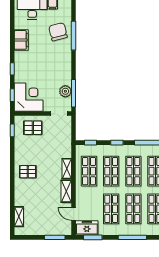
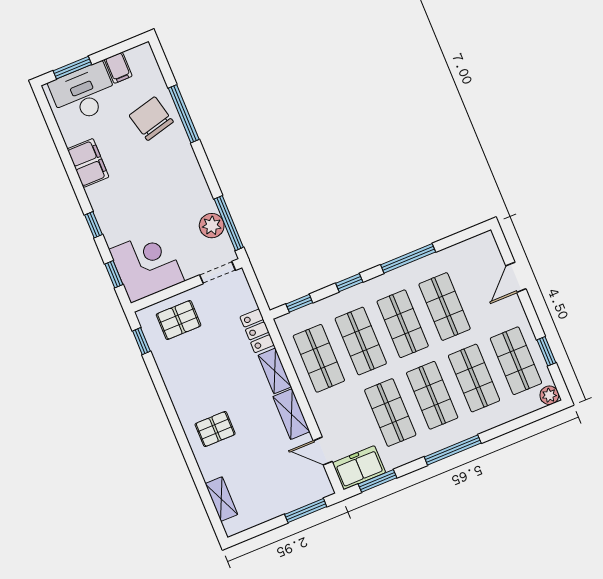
locker: (66, 147) -> (257, 331), added
pallet: (28, 172) -> (215, 429), moved

